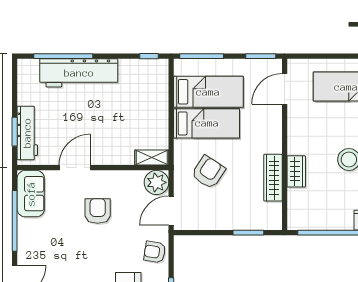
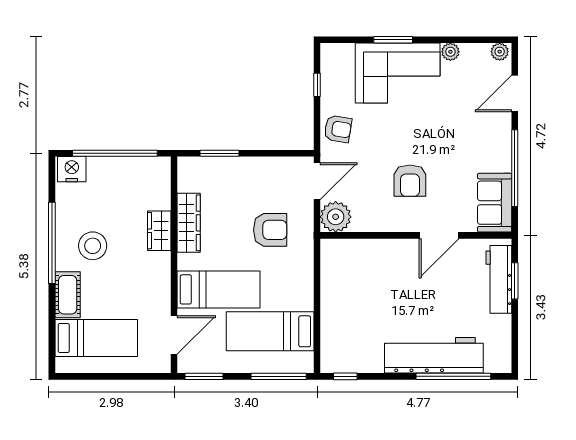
bed: (207, 123) -> (218, 289), moved, turned 180
shelving: (152, 158) -> (342, 248), removed
armchair: (208, 172) -> (270, 230), turned -123

